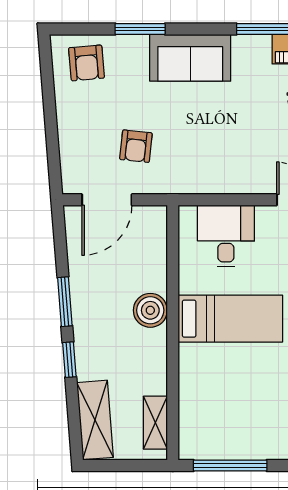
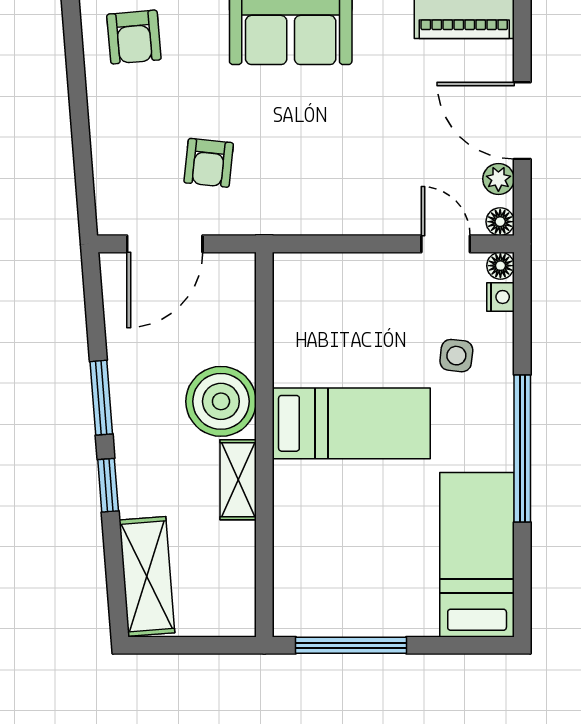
desk: (226, 236) -> (345, 299), removed
boiler: (150, 310) -> (221, 401), width x1.37, depth x1.37
shelving: (155, 423) -> (238, 480), moved

